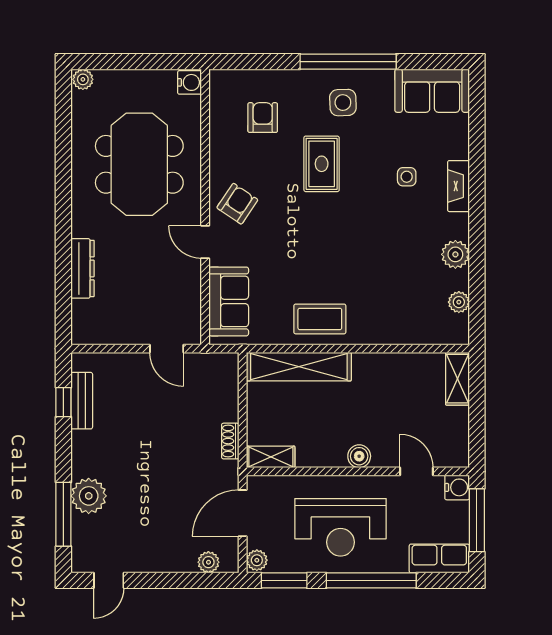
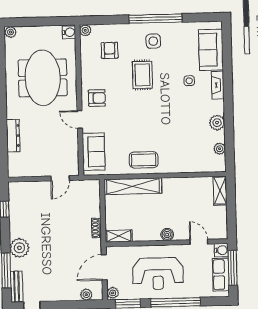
plant: (219, 80) -> (85, 30), added
sofa: (432, 91) -> (211, 50), moved, turned 90
armchair: (237, 204) -> (97, 98), turned 56
door: (167, 349) -> (60, 178), hinge flipped
bench: (82, 401) -> (17, 286), moved
plant: (89, 496) -> (19, 248), moved
row of seats: (439, 558) -> (221, 275), moved, turned -90

